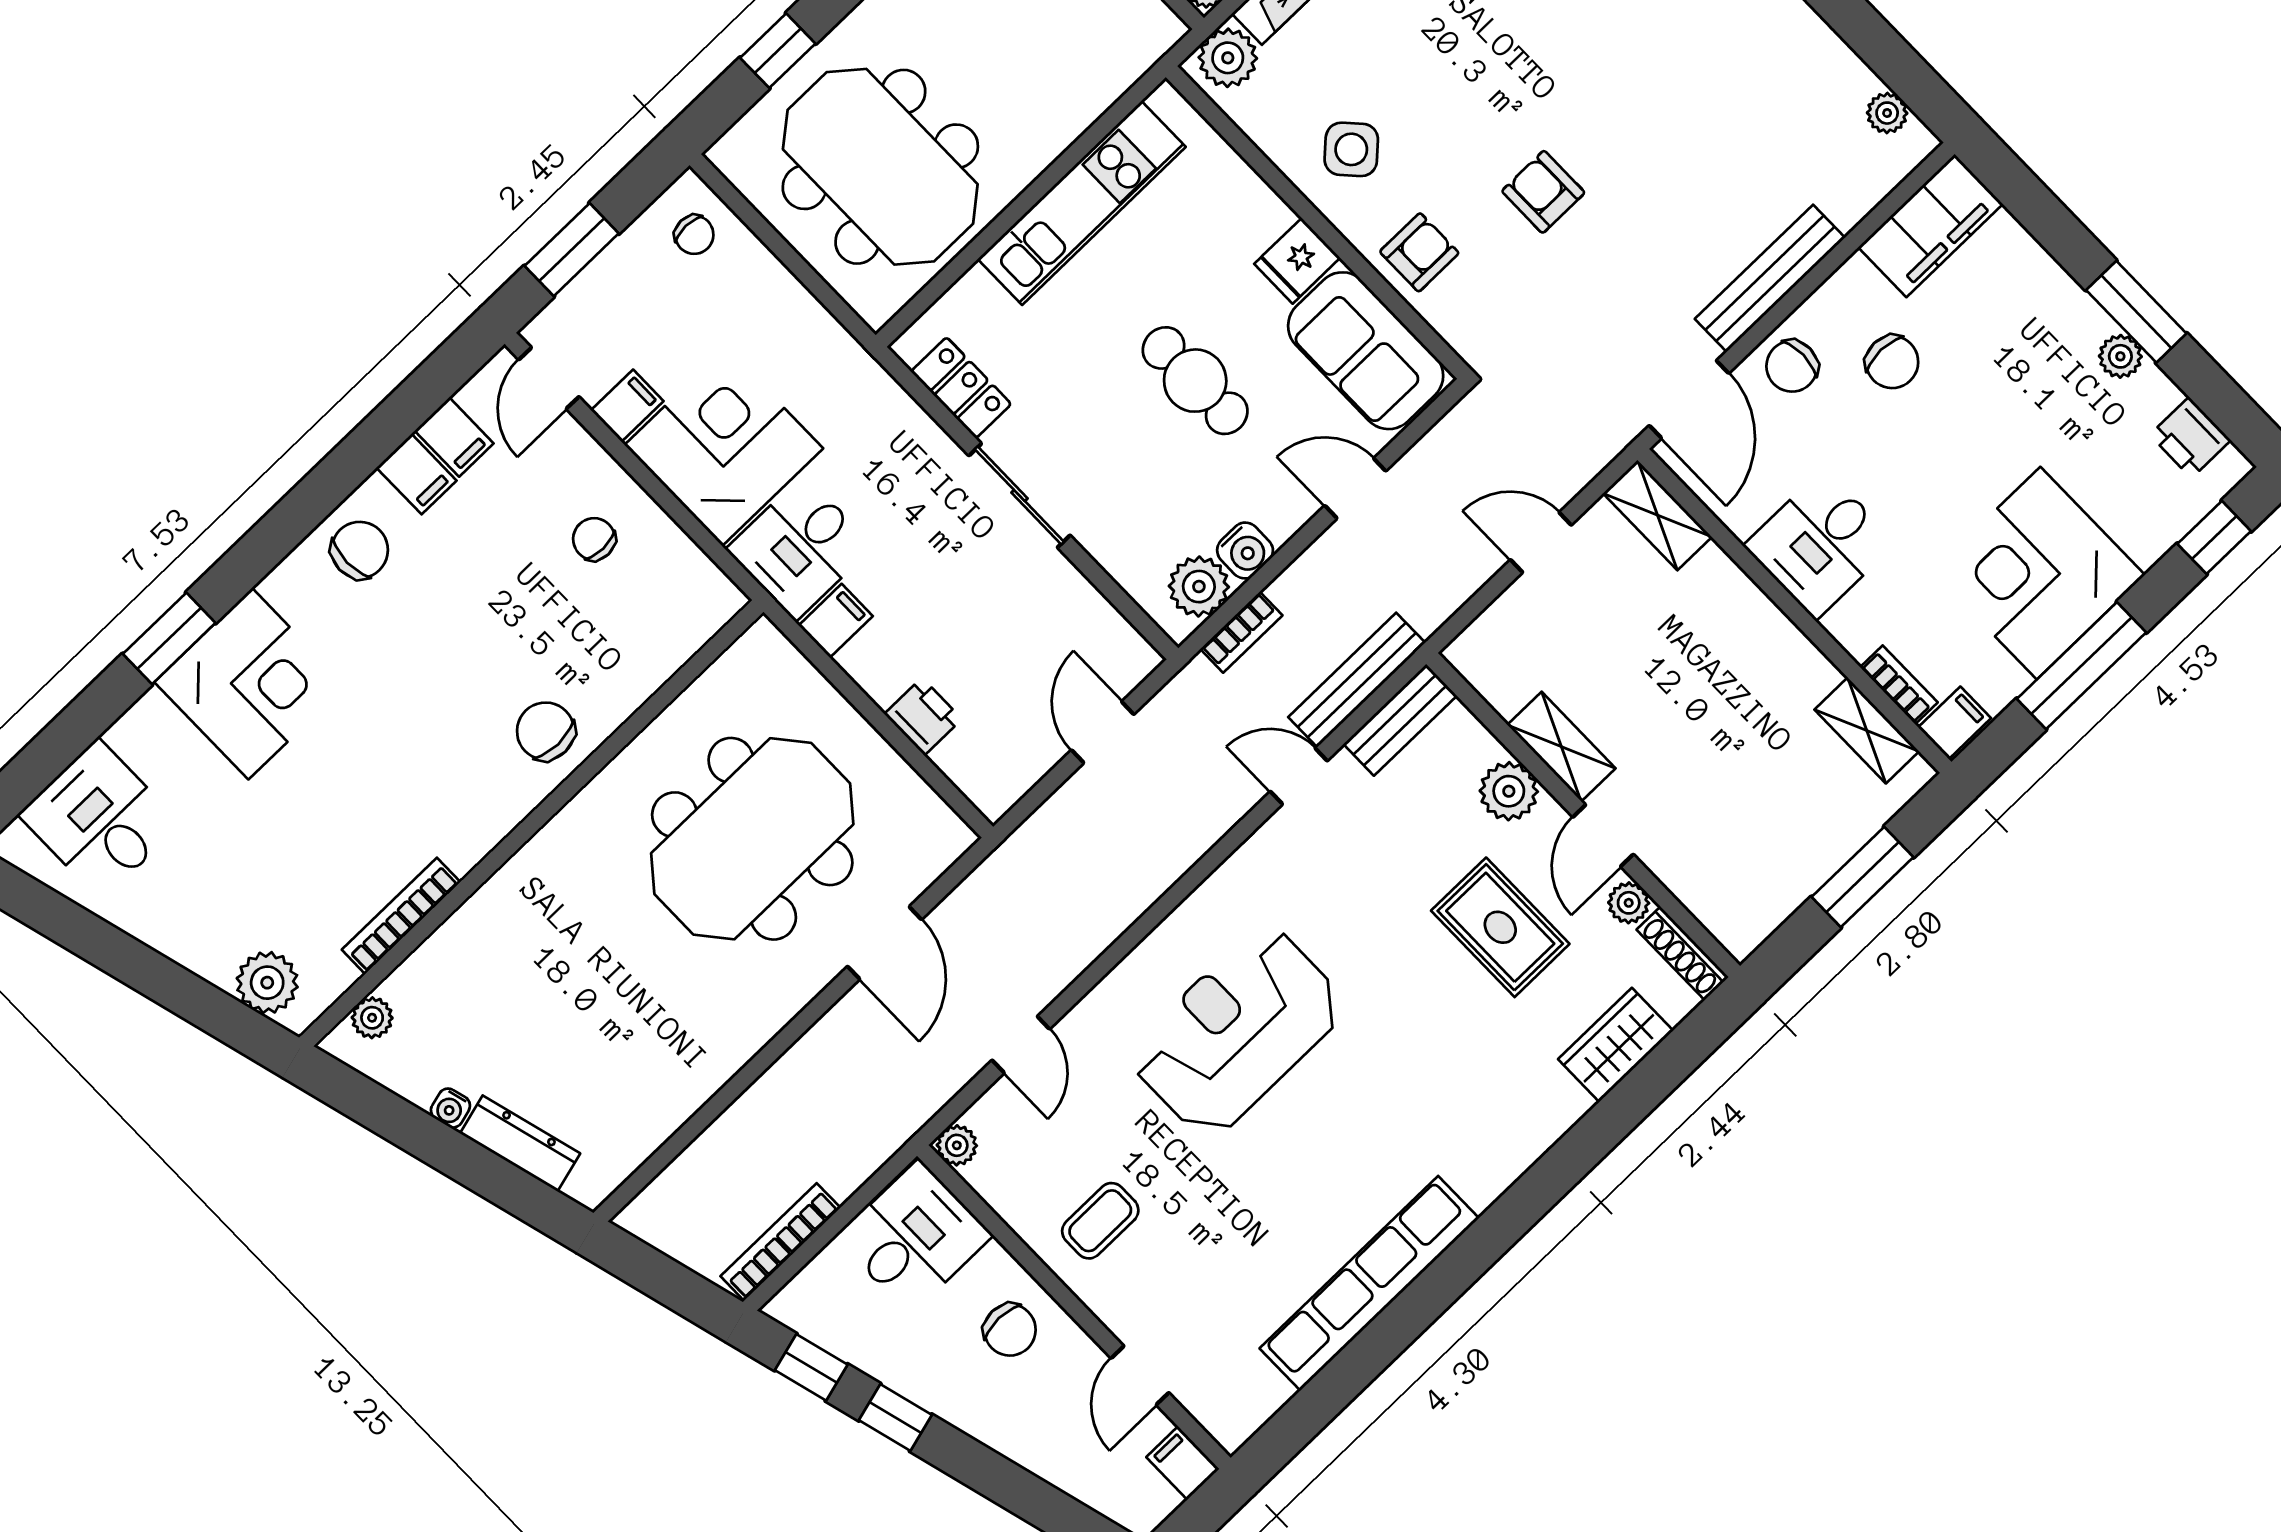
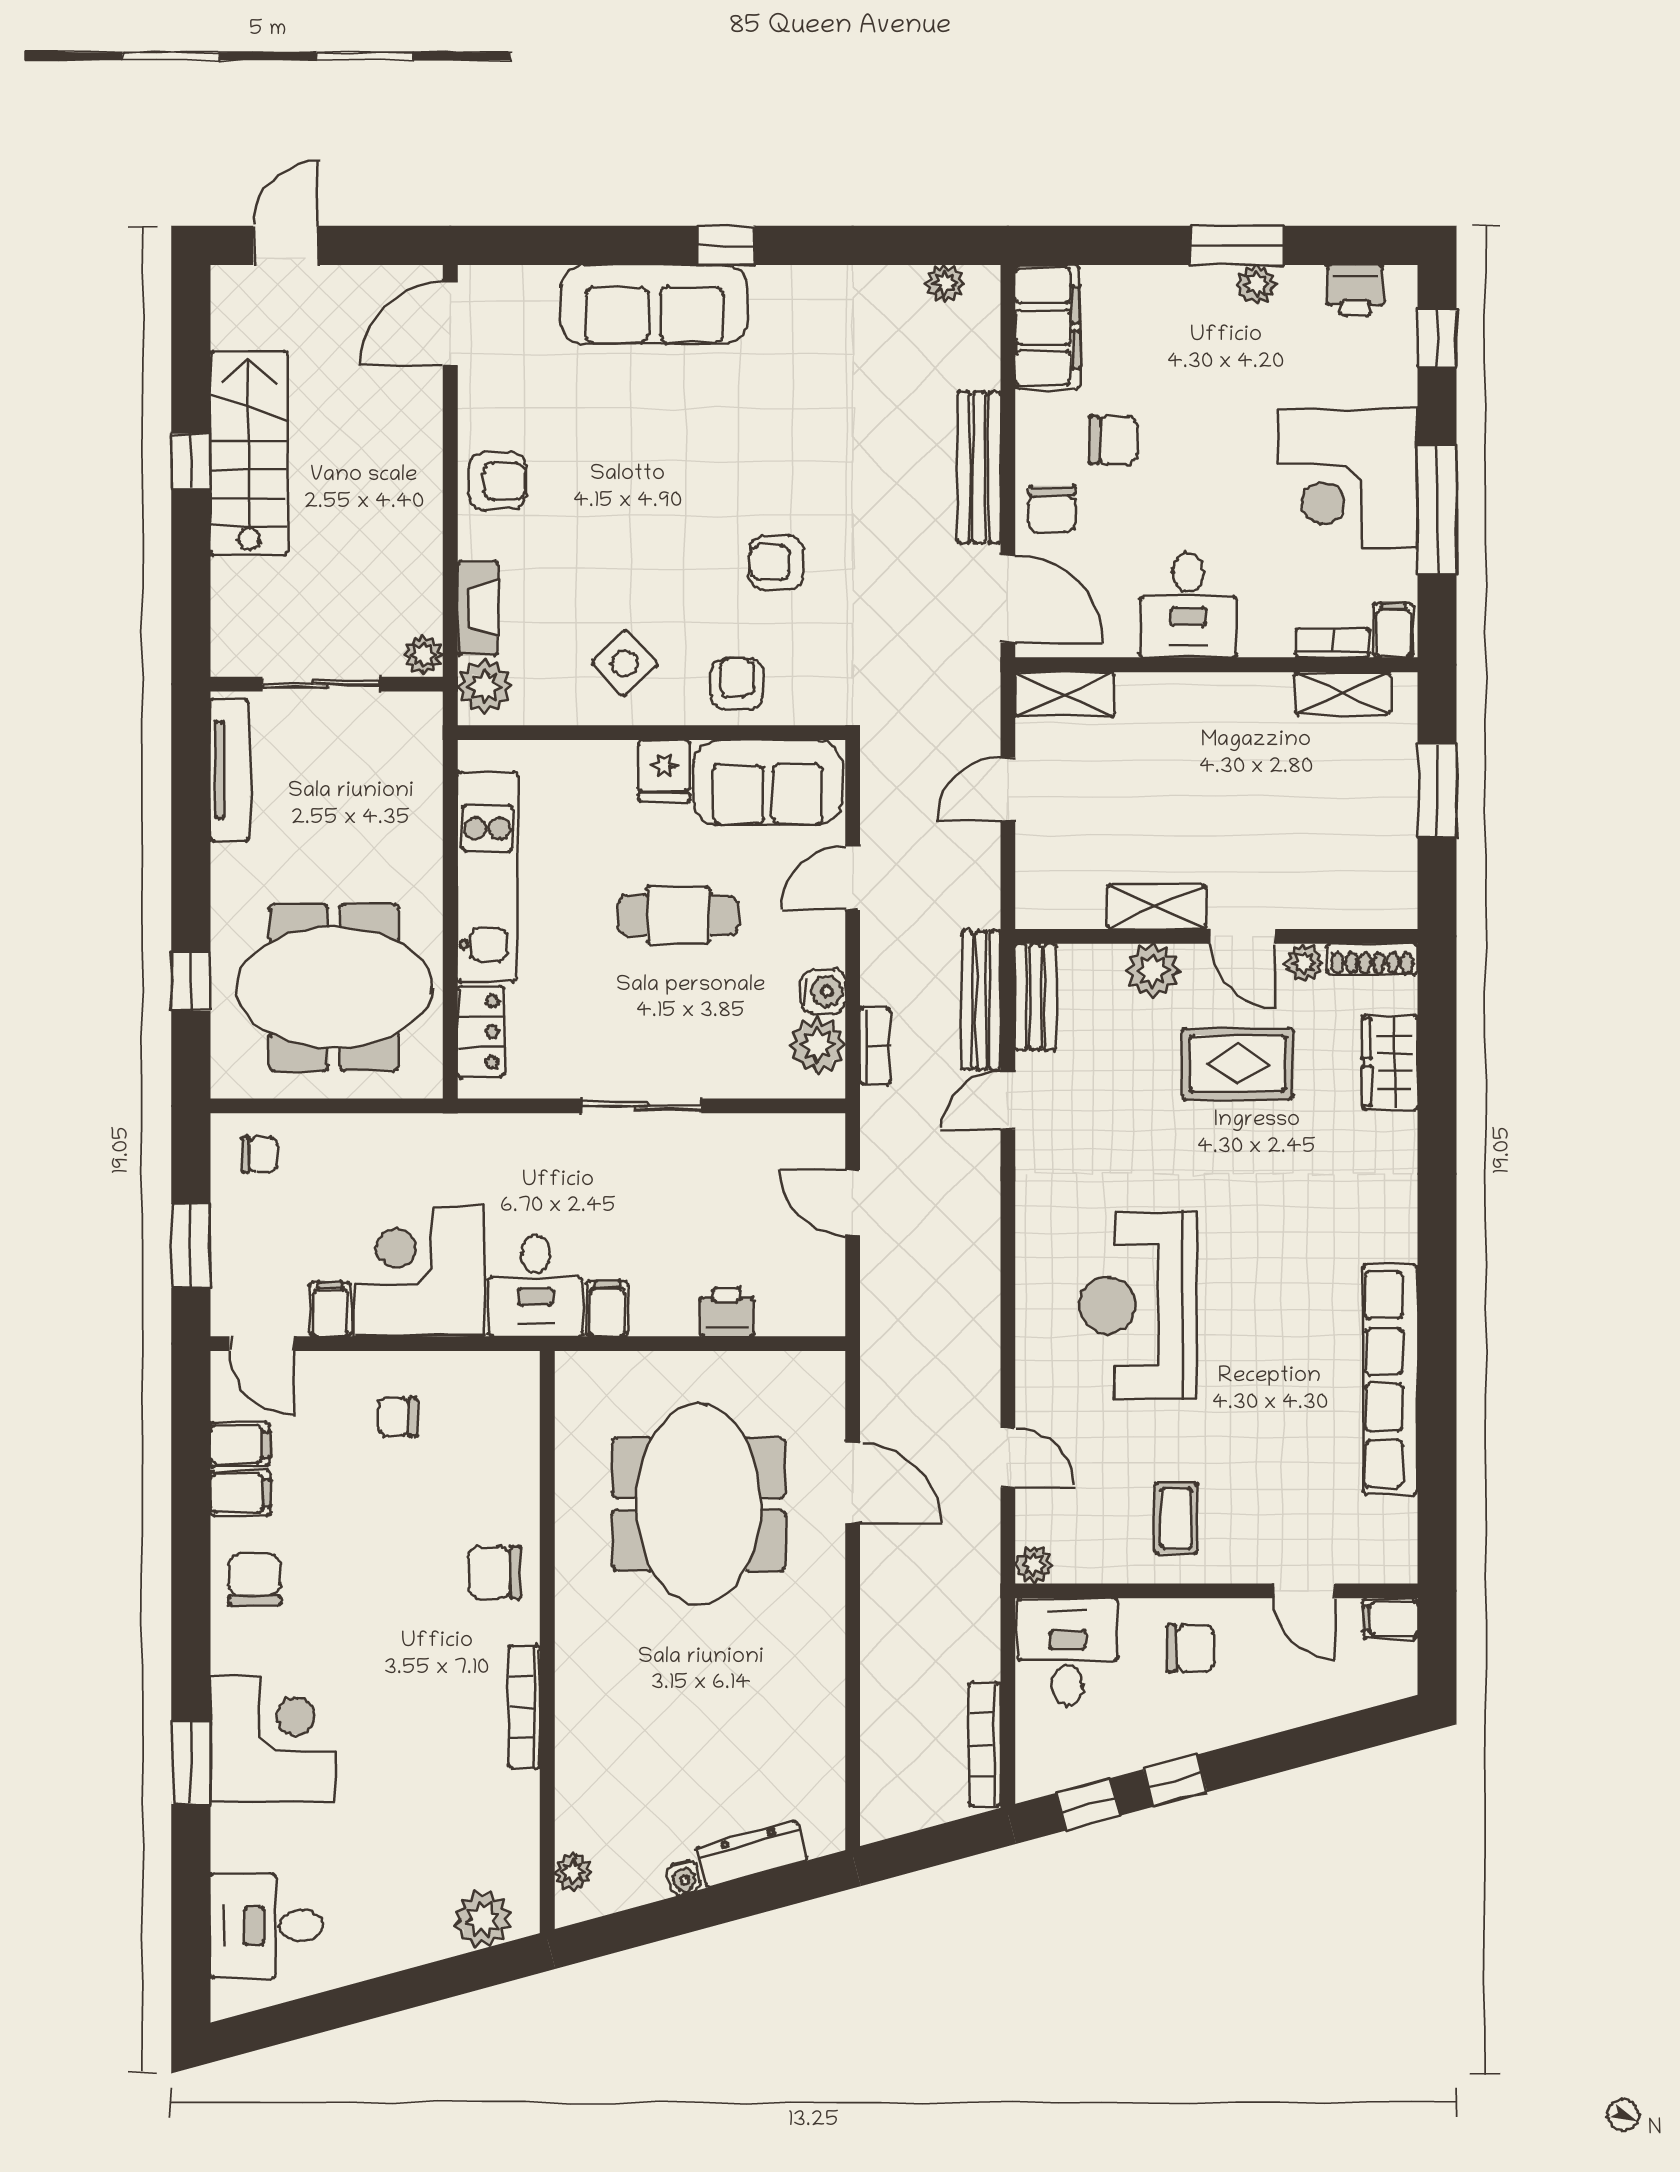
locker: (961, 388) -> (481, 1032), moved, turned 90
bookcase: (401, 916) -> (524, 1707), moved

